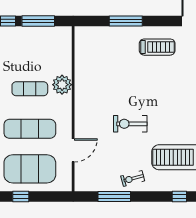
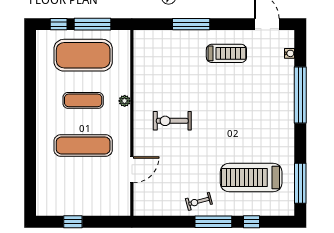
plant: (62, 85) -> (125, 101), width x0.53, depth x0.53
exercise bike: (130, 124) -> (172, 121), moved
exercise mat: (30, 169) -> (83, 55), moved
window: (114, 197) -> (213, 222), moved

